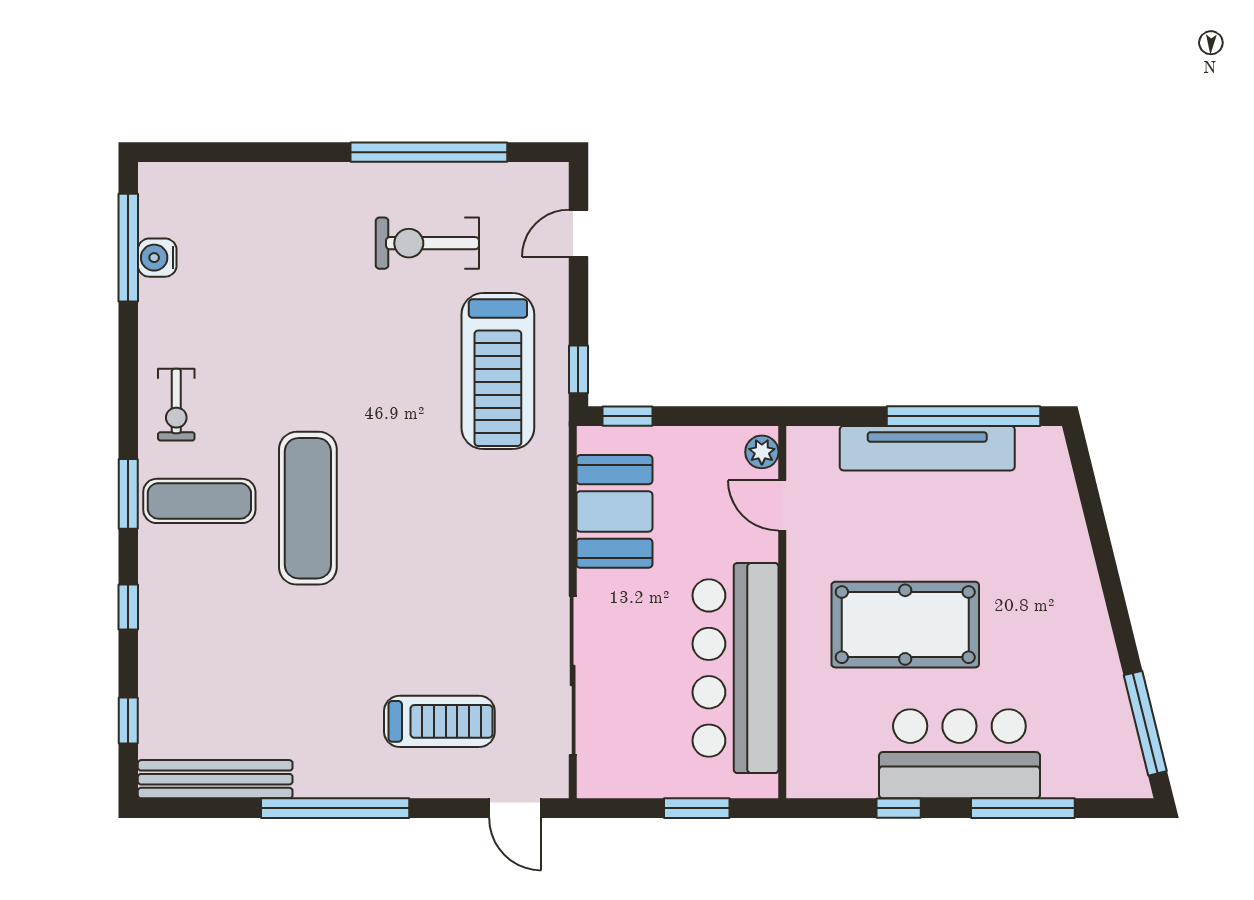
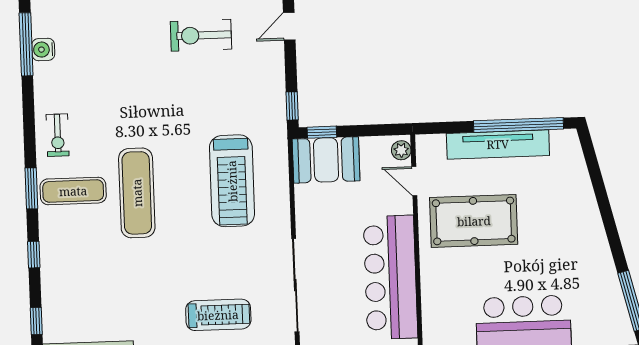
treadmill: (498, 371) -> (232, 181), moved
booth: (614, 511) -> (326, 160), moved, turned 90
pool table: (905, 625) -> (474, 221), moved

